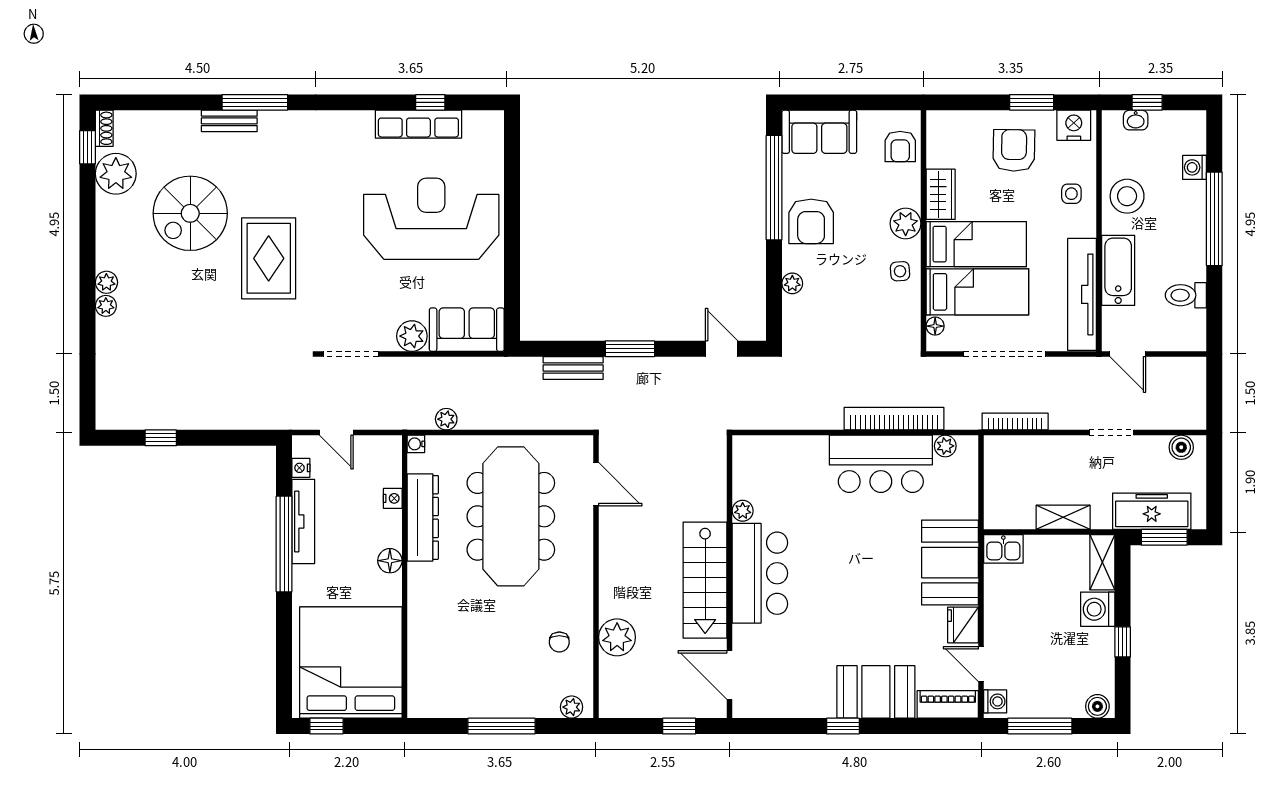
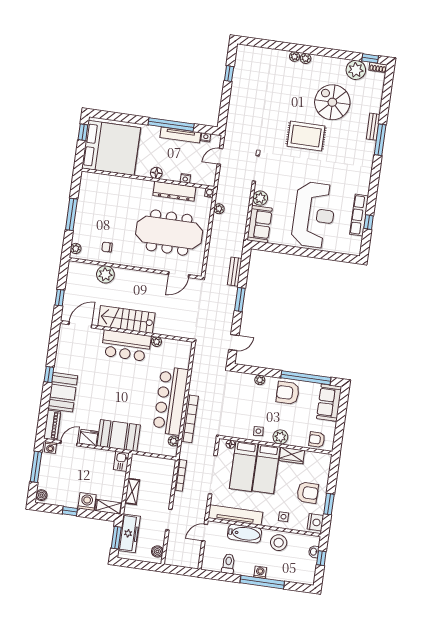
washing machine: (1195, 167) -> (260, 572), moved
bar counter: (881, 464) -> (171, 401), width x1.36

